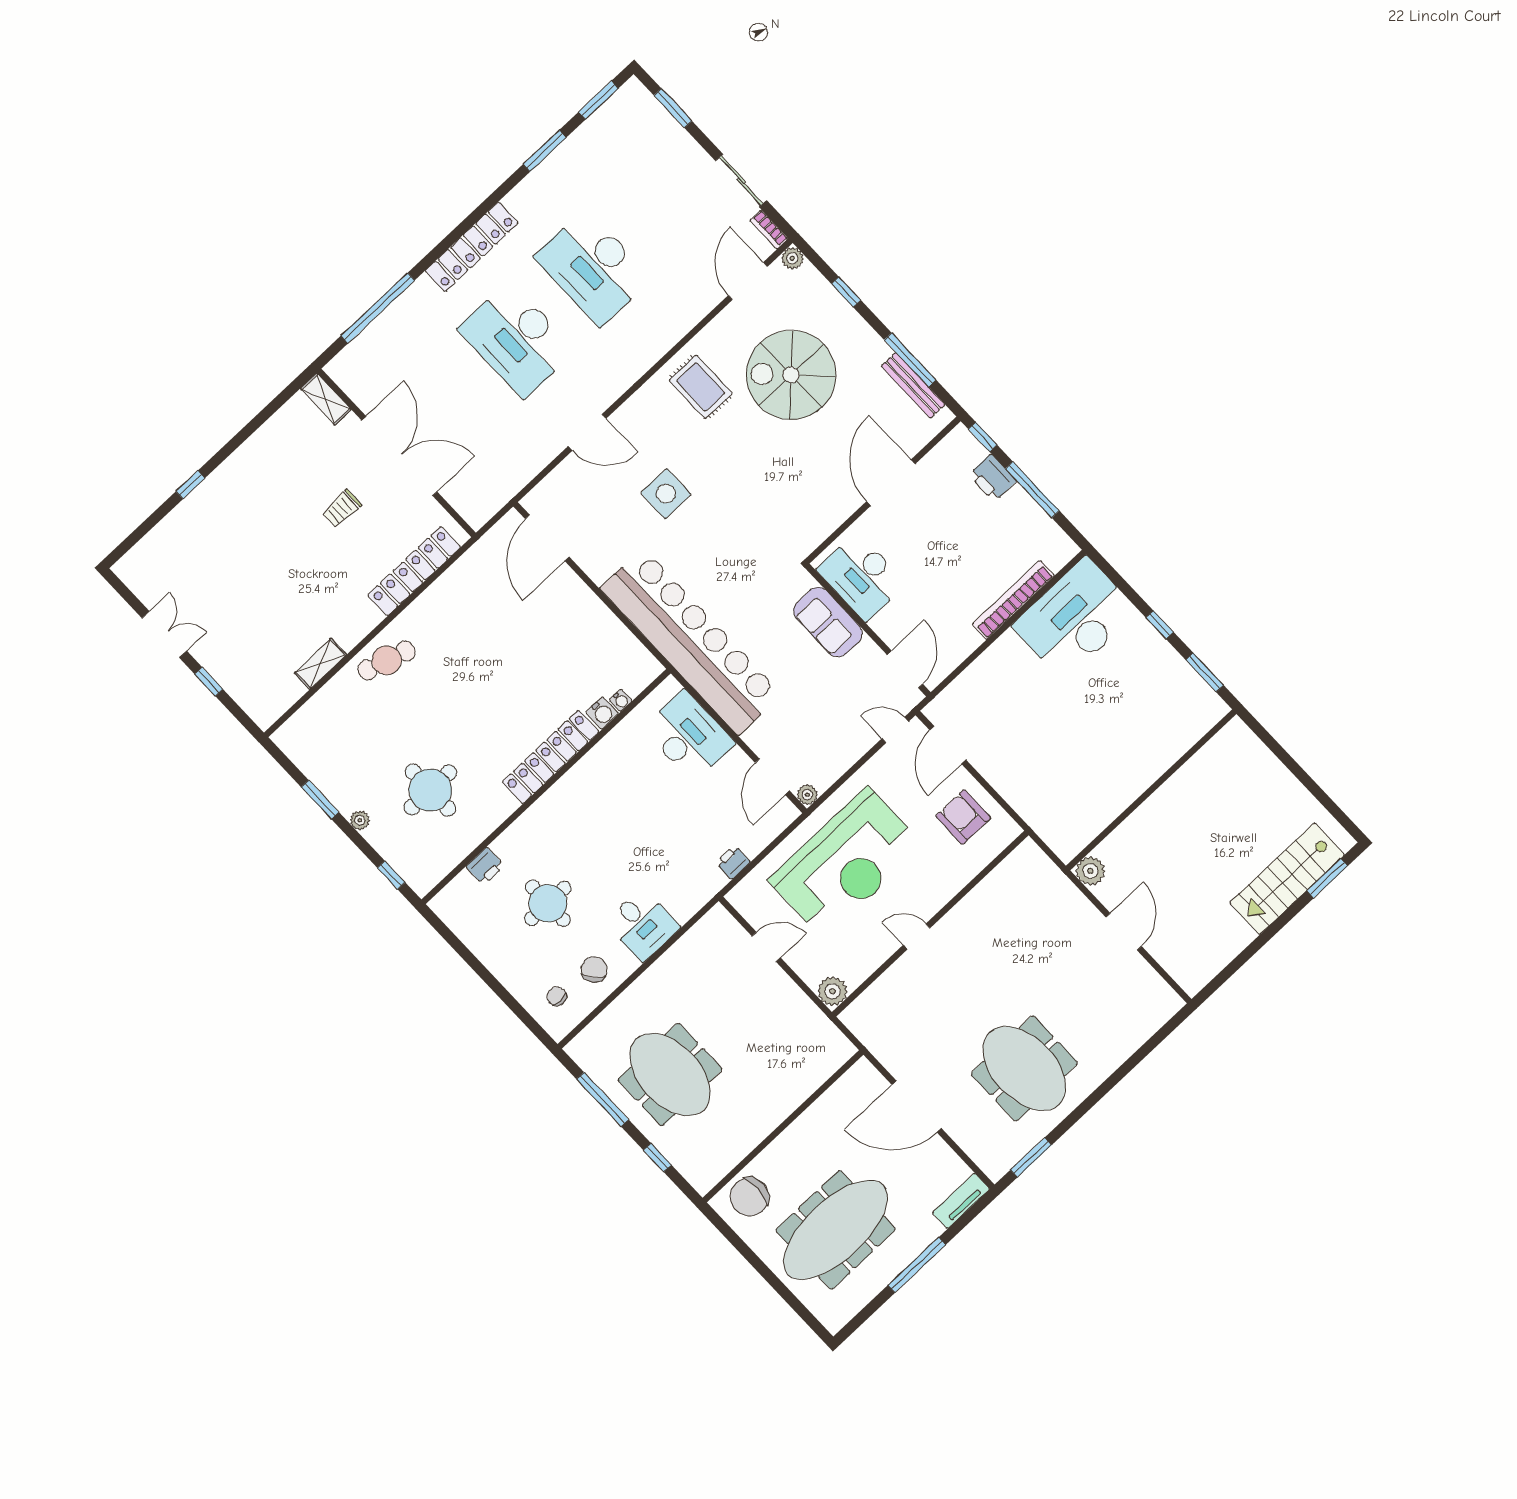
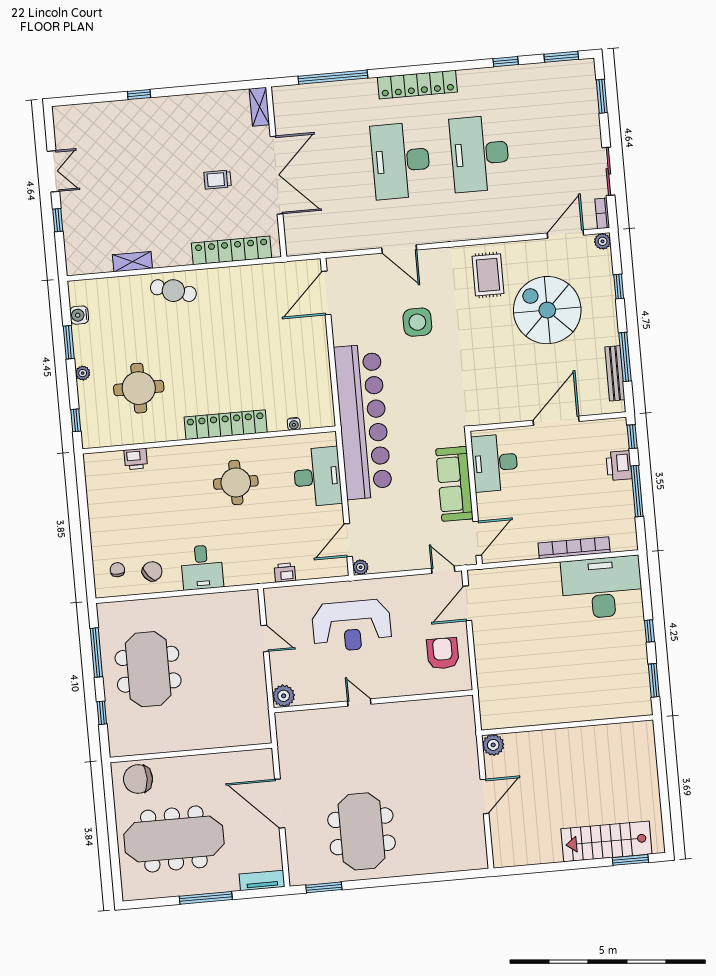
window: (545, 151) -> (506, 62), width x0.67
sofa: (828, 622) -> (454, 484), width x1.36
water cooler: (602, 713) -> (79, 315), moved, turned 90
reception desk: (846, 863) -> (352, 626), width x0.74, depth x0.77
round table: (548, 903) -> (236, 482), moved

